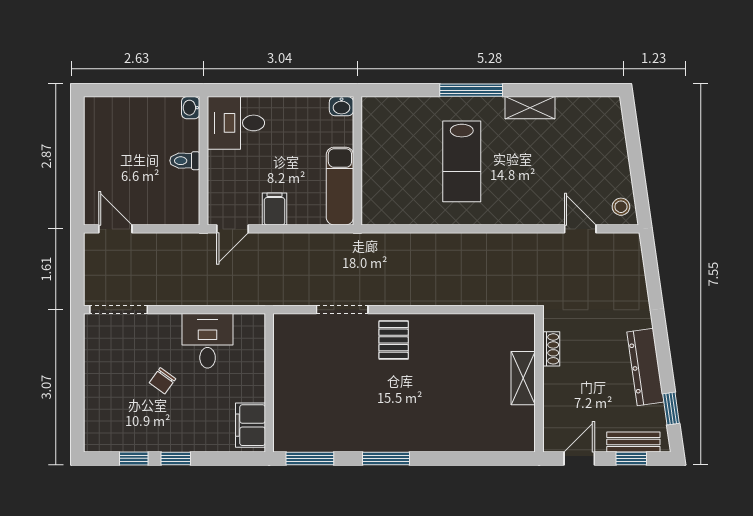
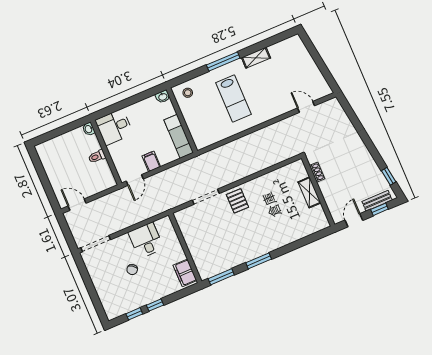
stool: (621, 207) -> (188, 93), moved
dresser: (645, 367) -> (367, 161), removed

